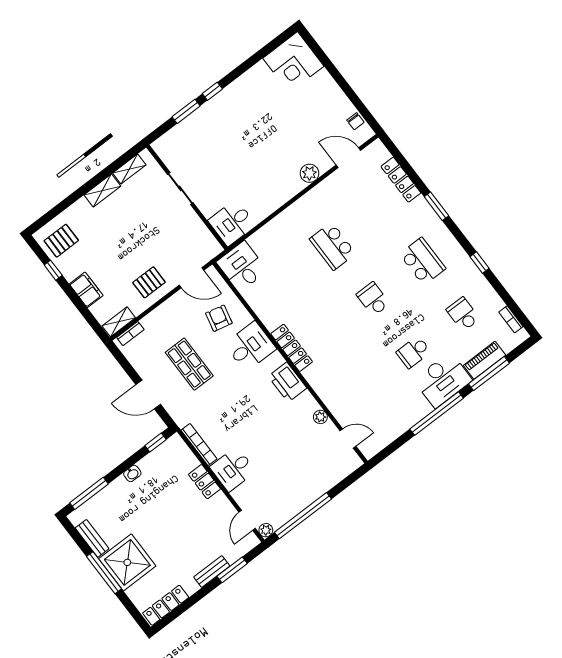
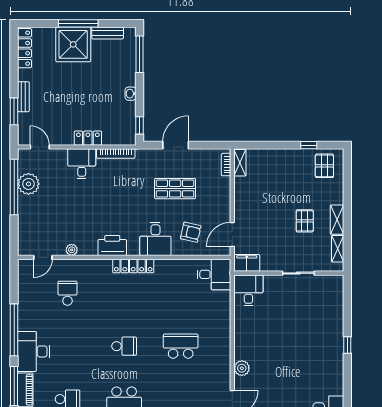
window: (186, 111) -> (347, 317), removed
pallet: (149, 282) -> (305, 221), moved
filing cabinet: (86, 290) -> (247, 263), moved, turned 180
school desk: (414, 352) -> (67, 293), moved
plant: (266, 530) -> (28, 184), moved, width x1.87, depth x1.87

